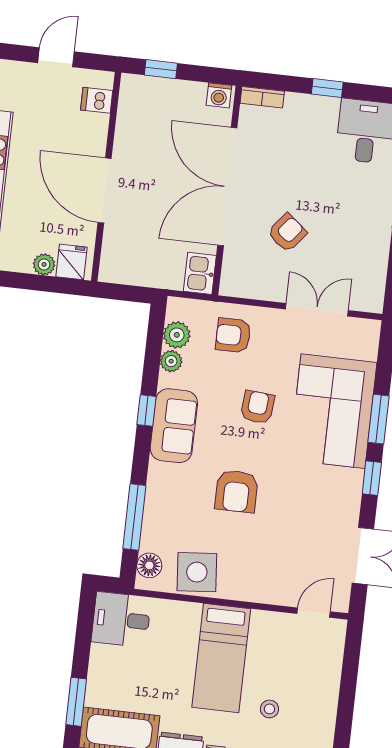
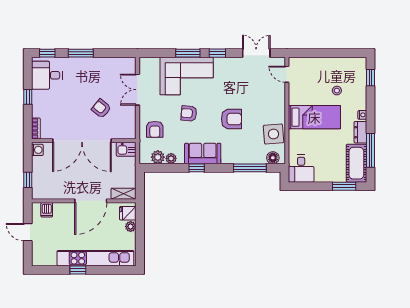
shelving: (111, 258) -> (124, 194), added

